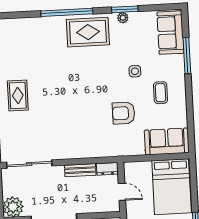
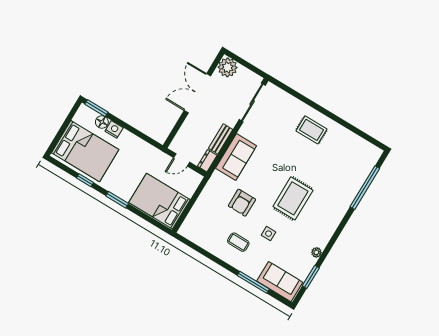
window: (125, 9) -> (311, 277), moved
window: (67, 12) -> (365, 188), moved
rug: (88, 32) -> (293, 198), moved
armchair: (124, 113) -> (242, 203), turned 180
sofa: (167, 141) -> (236, 157), moved

